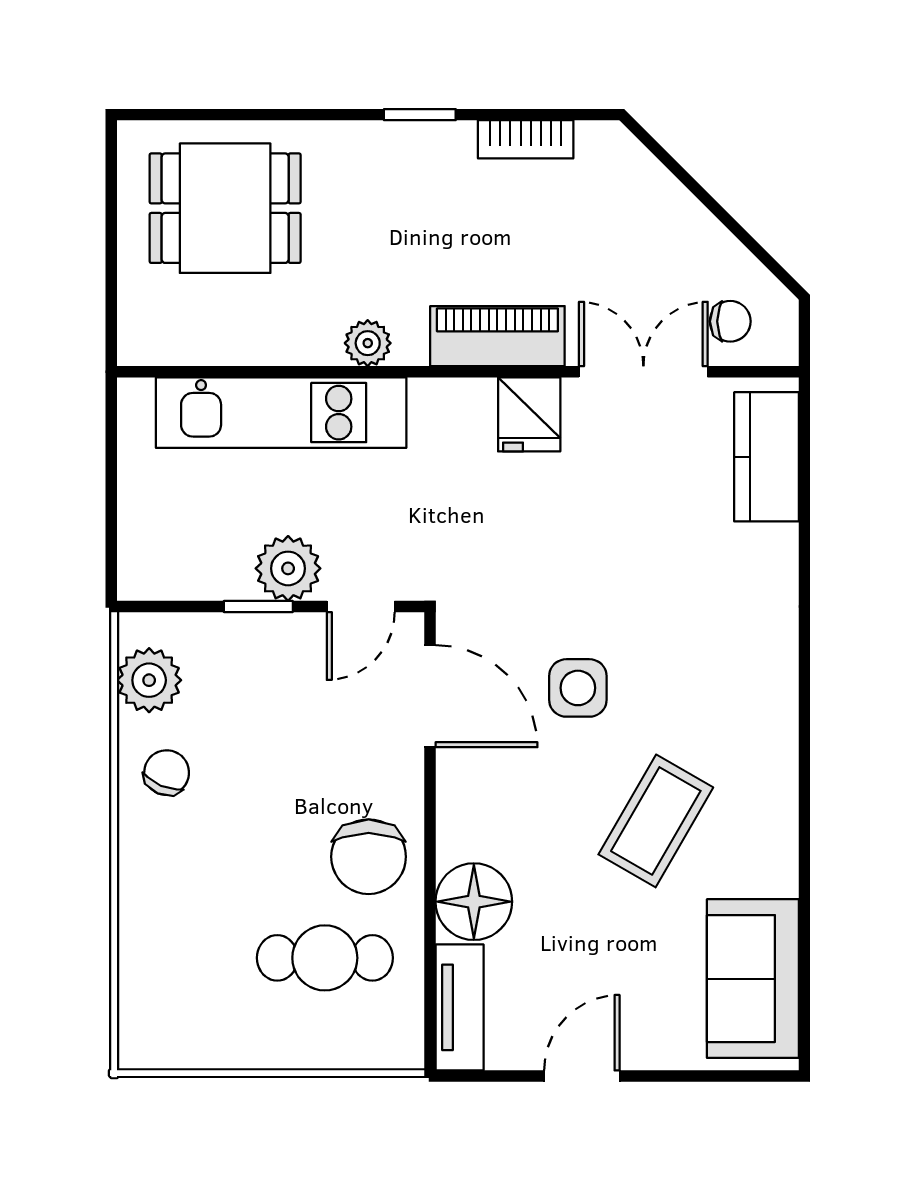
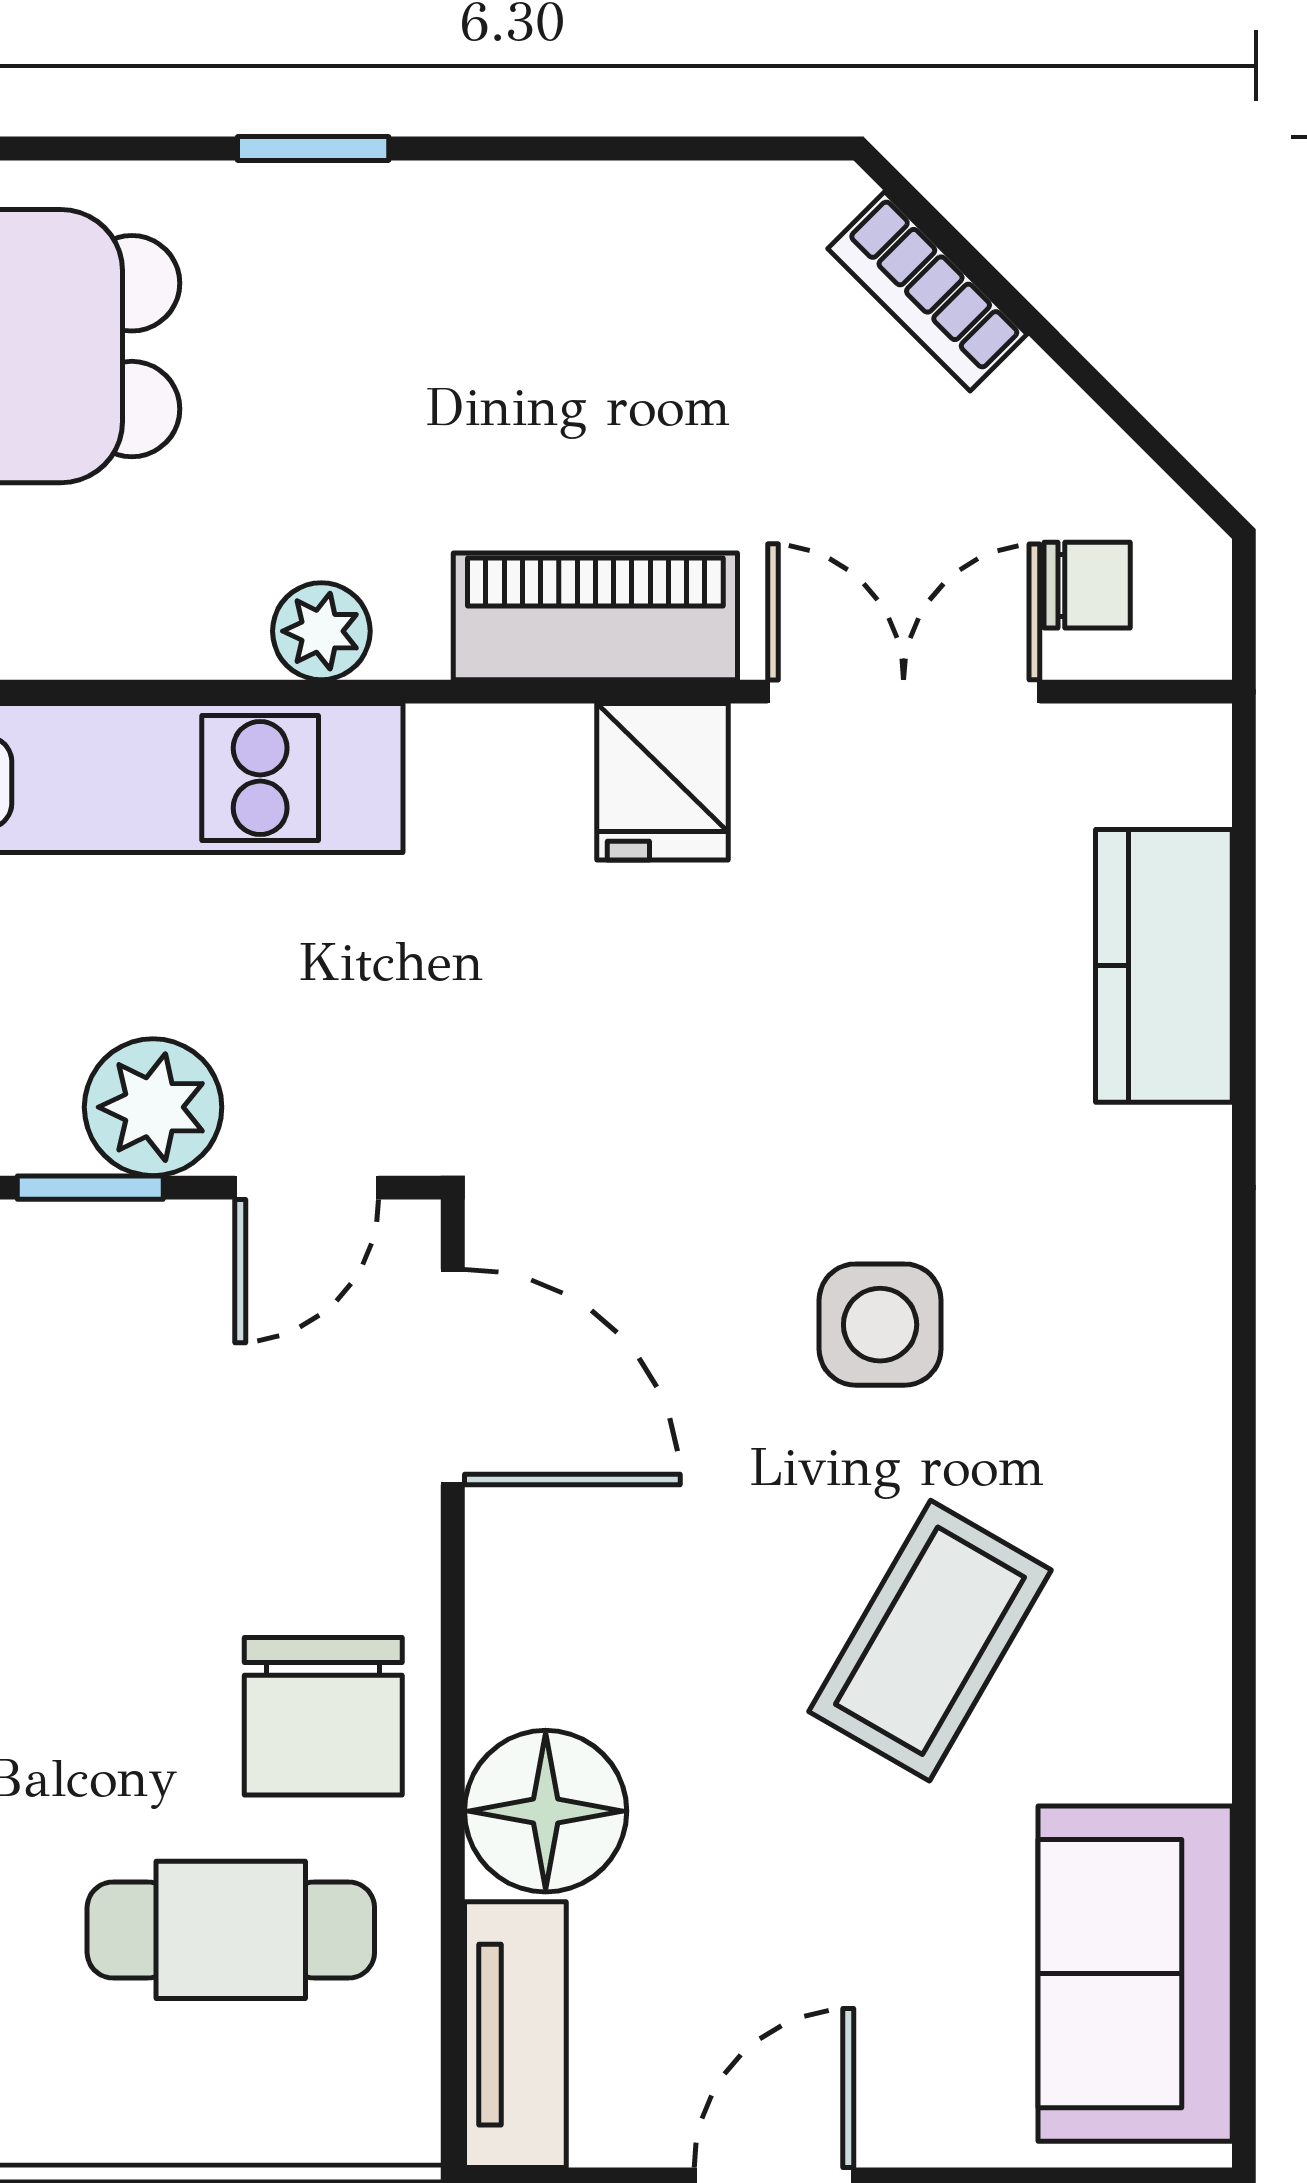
window: (420, 115) -> (313, 149), moved
bookcase: (526, 139) -> (927, 291), moved, turned 45
kitchen counter: (766, 457) -> (1164, 966), moved
side table: (578, 688) -> (880, 1325), moved

